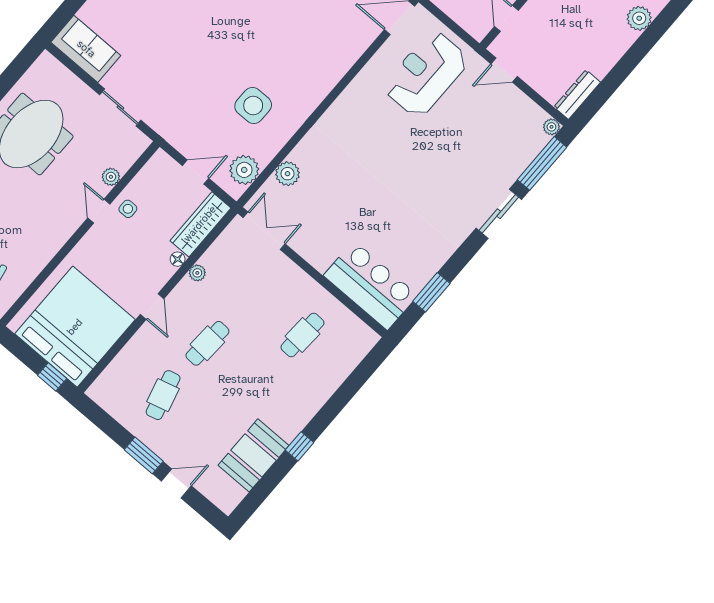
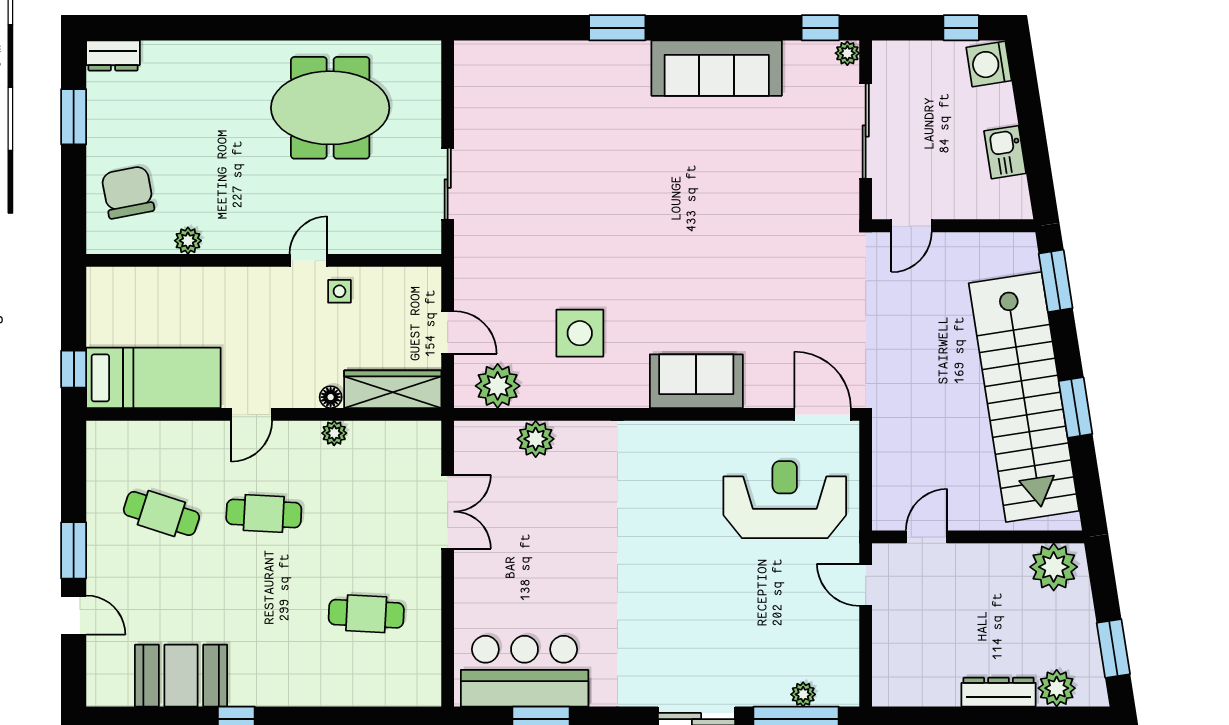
sofa: (86, 49) -> (696, 381), moved, turned -90
dresser: (577, 95) -> (999, 692), moved
plant: (551, 127) -> (803, 694), moved
plant: (111, 177) -> (188, 241), moved
double door: (264, 231) -> (448, 512), moved
bar counter: (371, 285) -> (525, 671), moved, turned -90
bed: (75, 327) -> (153, 378), width x0.49
cafe table: (163, 395) -> (161, 513), turned 33

